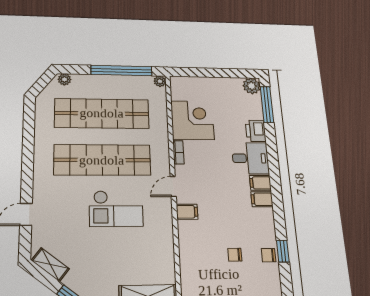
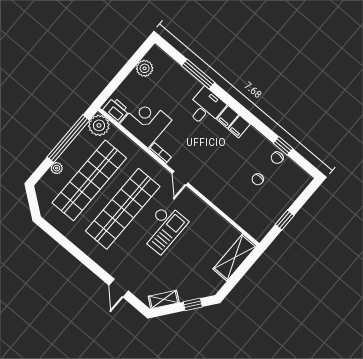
plant: (64, 79) -> (57, 168), moved
plant: (160, 81) -> (99, 125), width x1.87, depth x1.87
plant: (252, 86) -> (145, 68), moved
window: (267, 104) -> (198, 74), moved
printer: (256, 131) -> (116, 110), moved, turned 180
filing cabinet: (187, 212) -> (204, 185), removed

